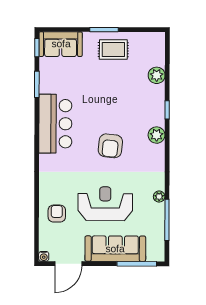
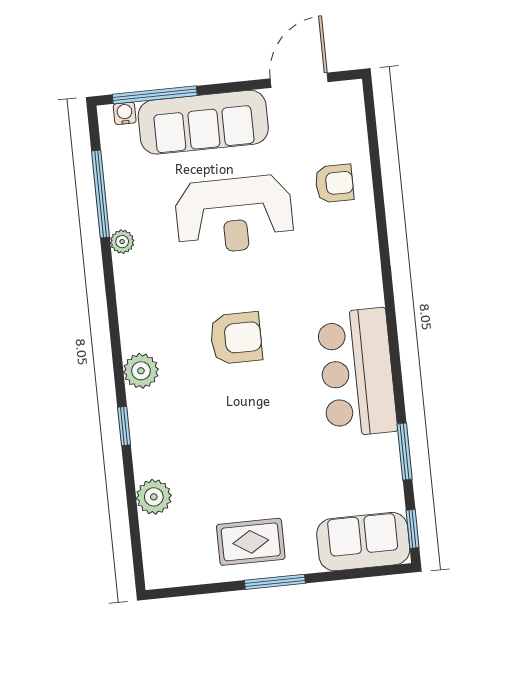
armchair: (110, 146) -> (236, 338), turned 84
armchair: (57, 214) -> (334, 183), turned -90
water cooler: (44, 256) -> (125, 113), moved

